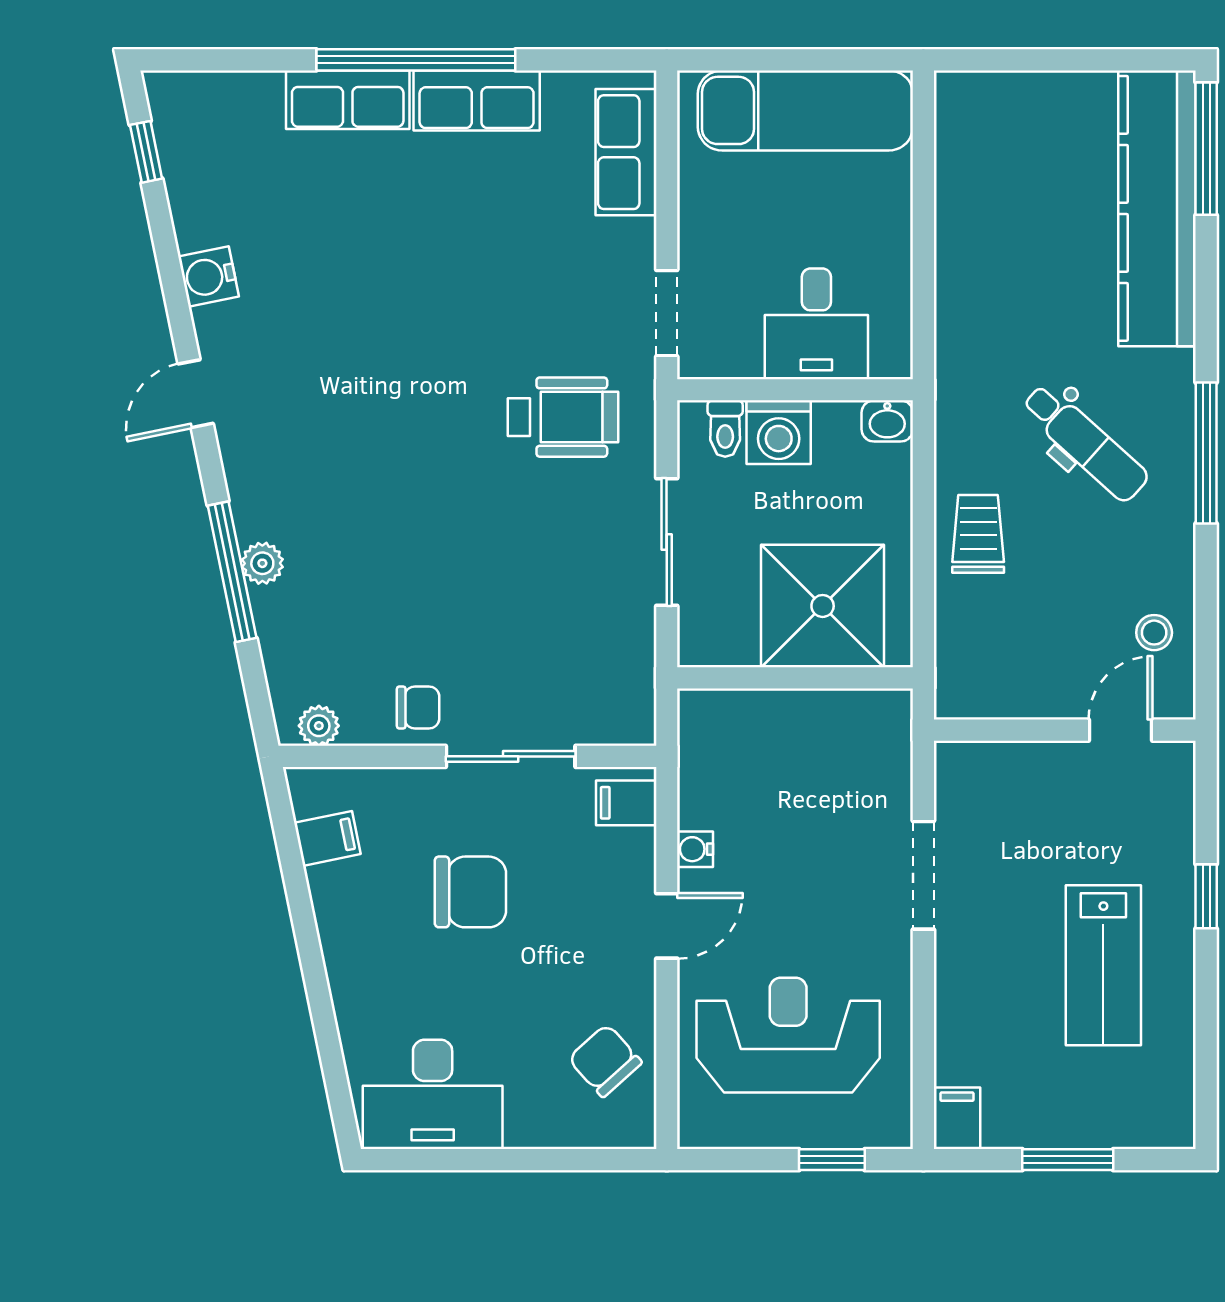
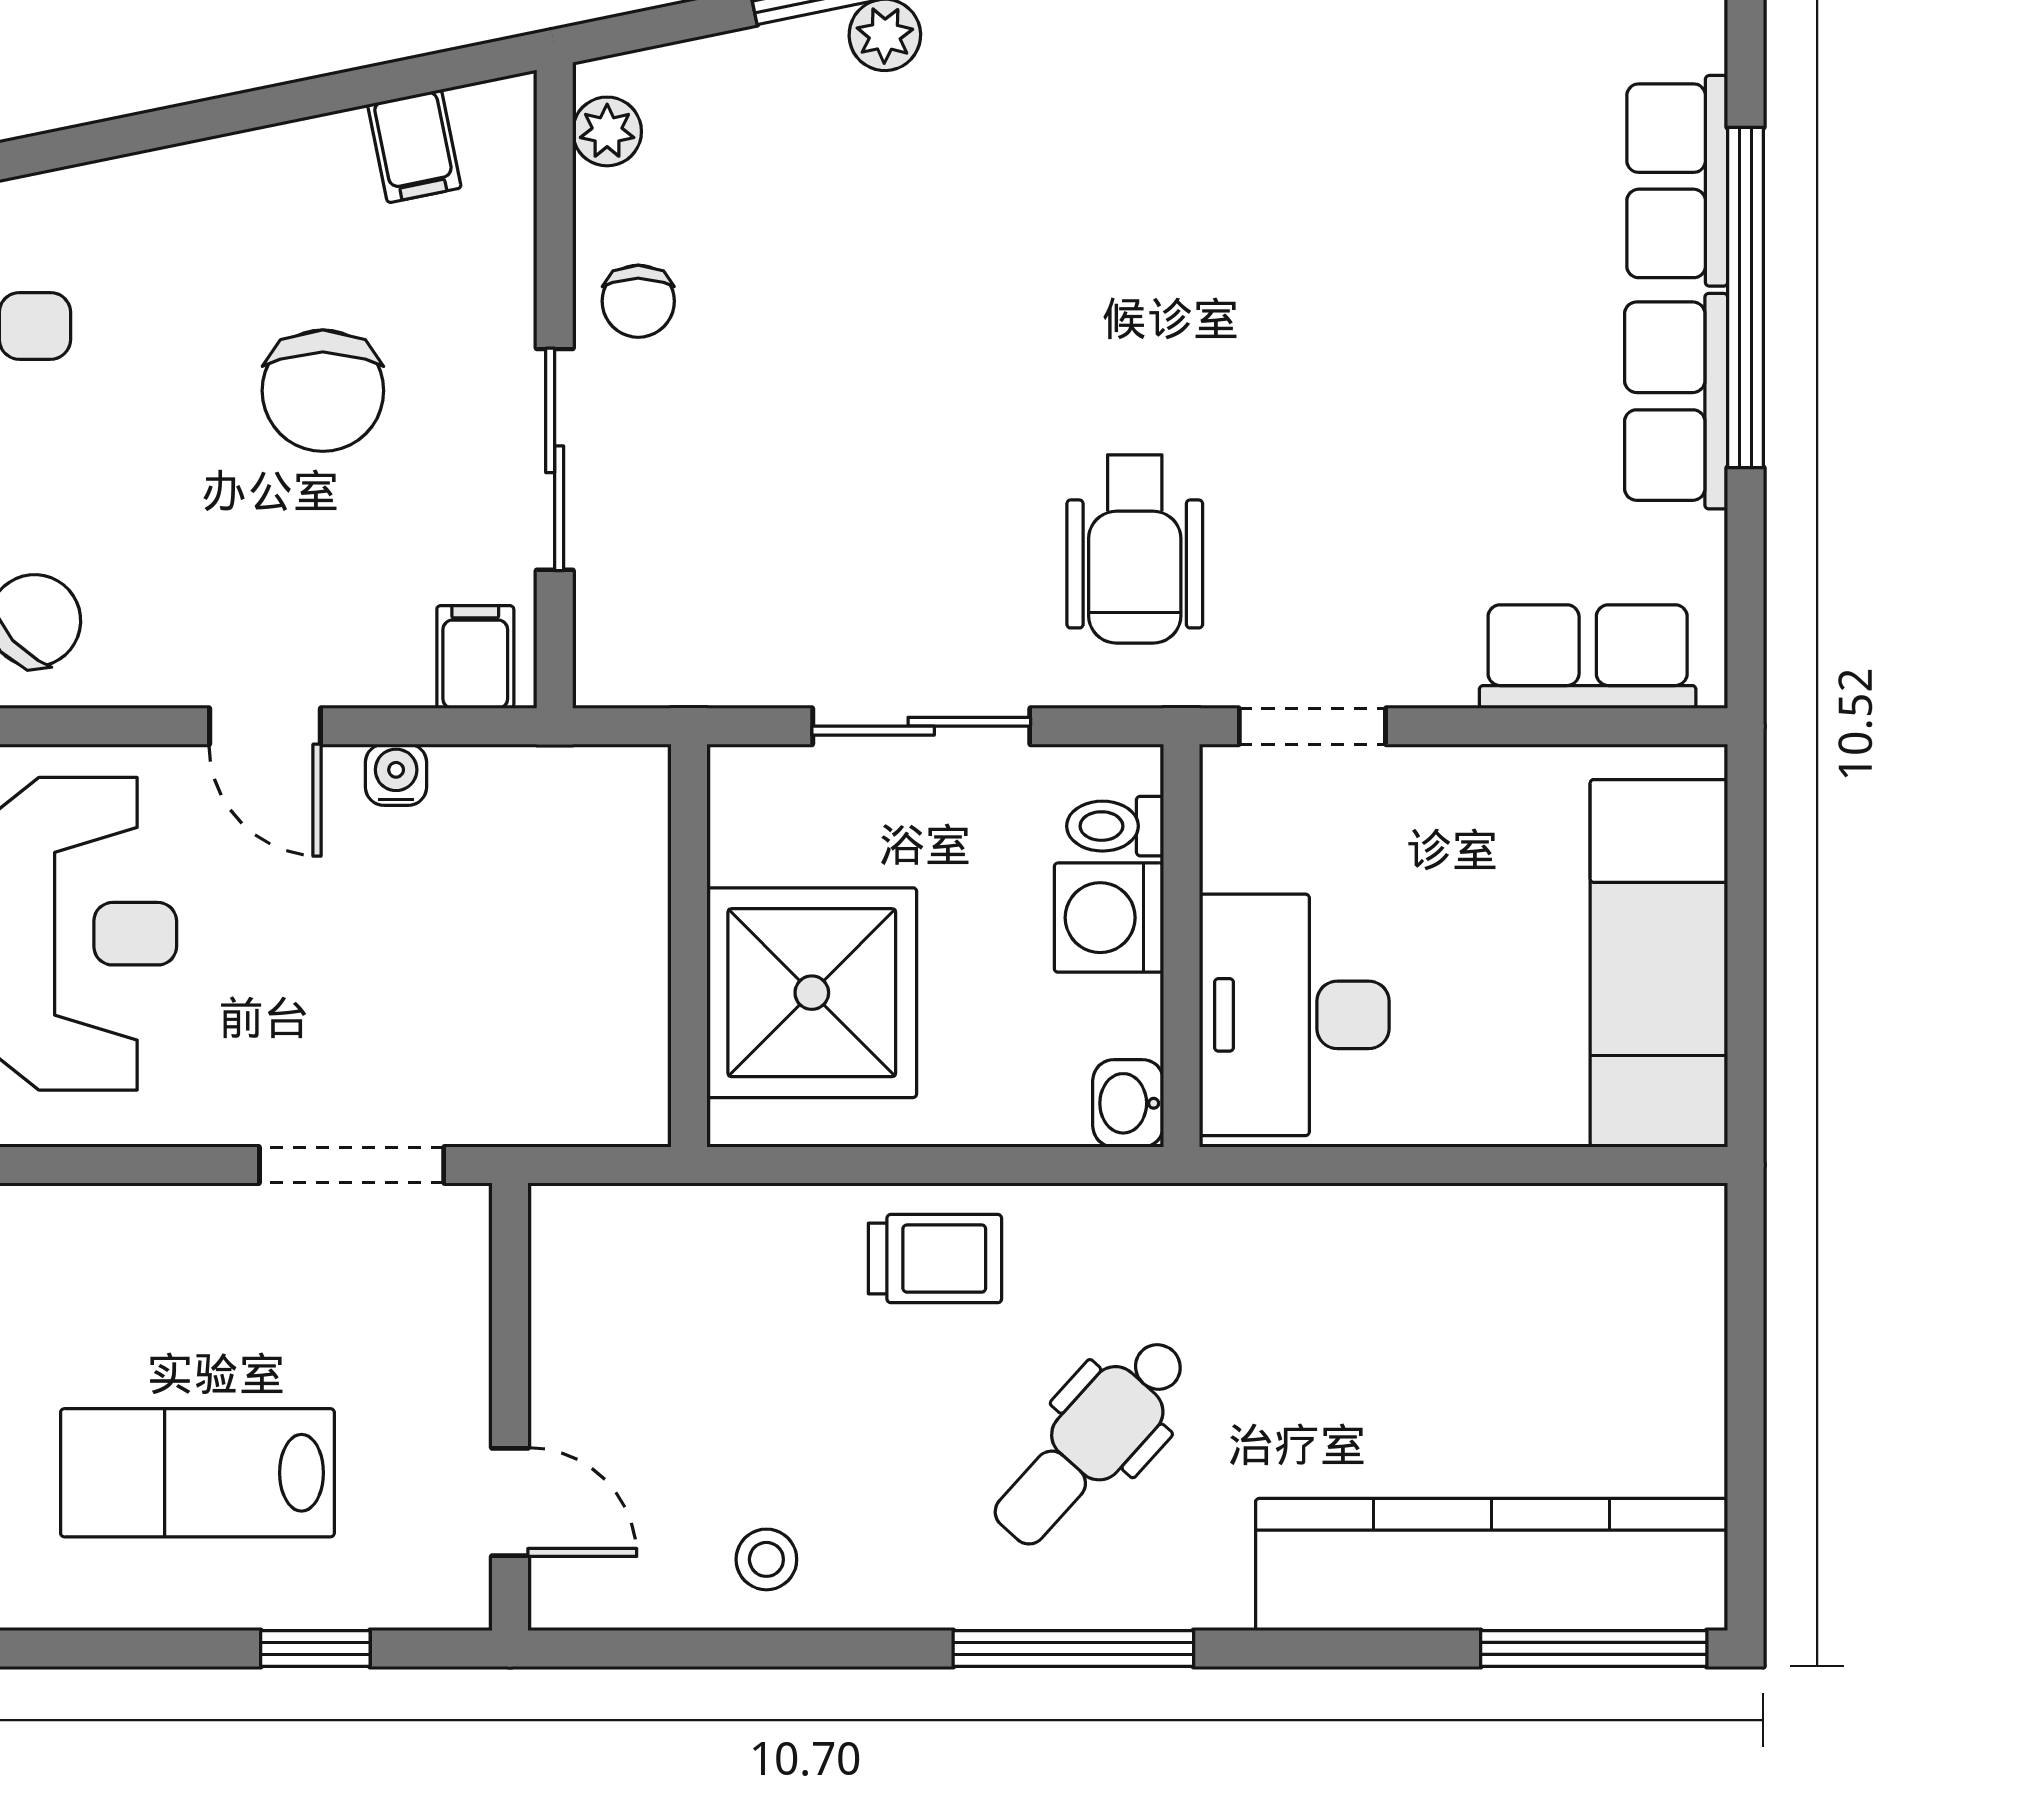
desk: (816, 324) -> (1294, 1015), width x1.37
wall: (1065, 730) -> (510, 1407), moved
door: (1121, 730) -> (510, 1502), moved

